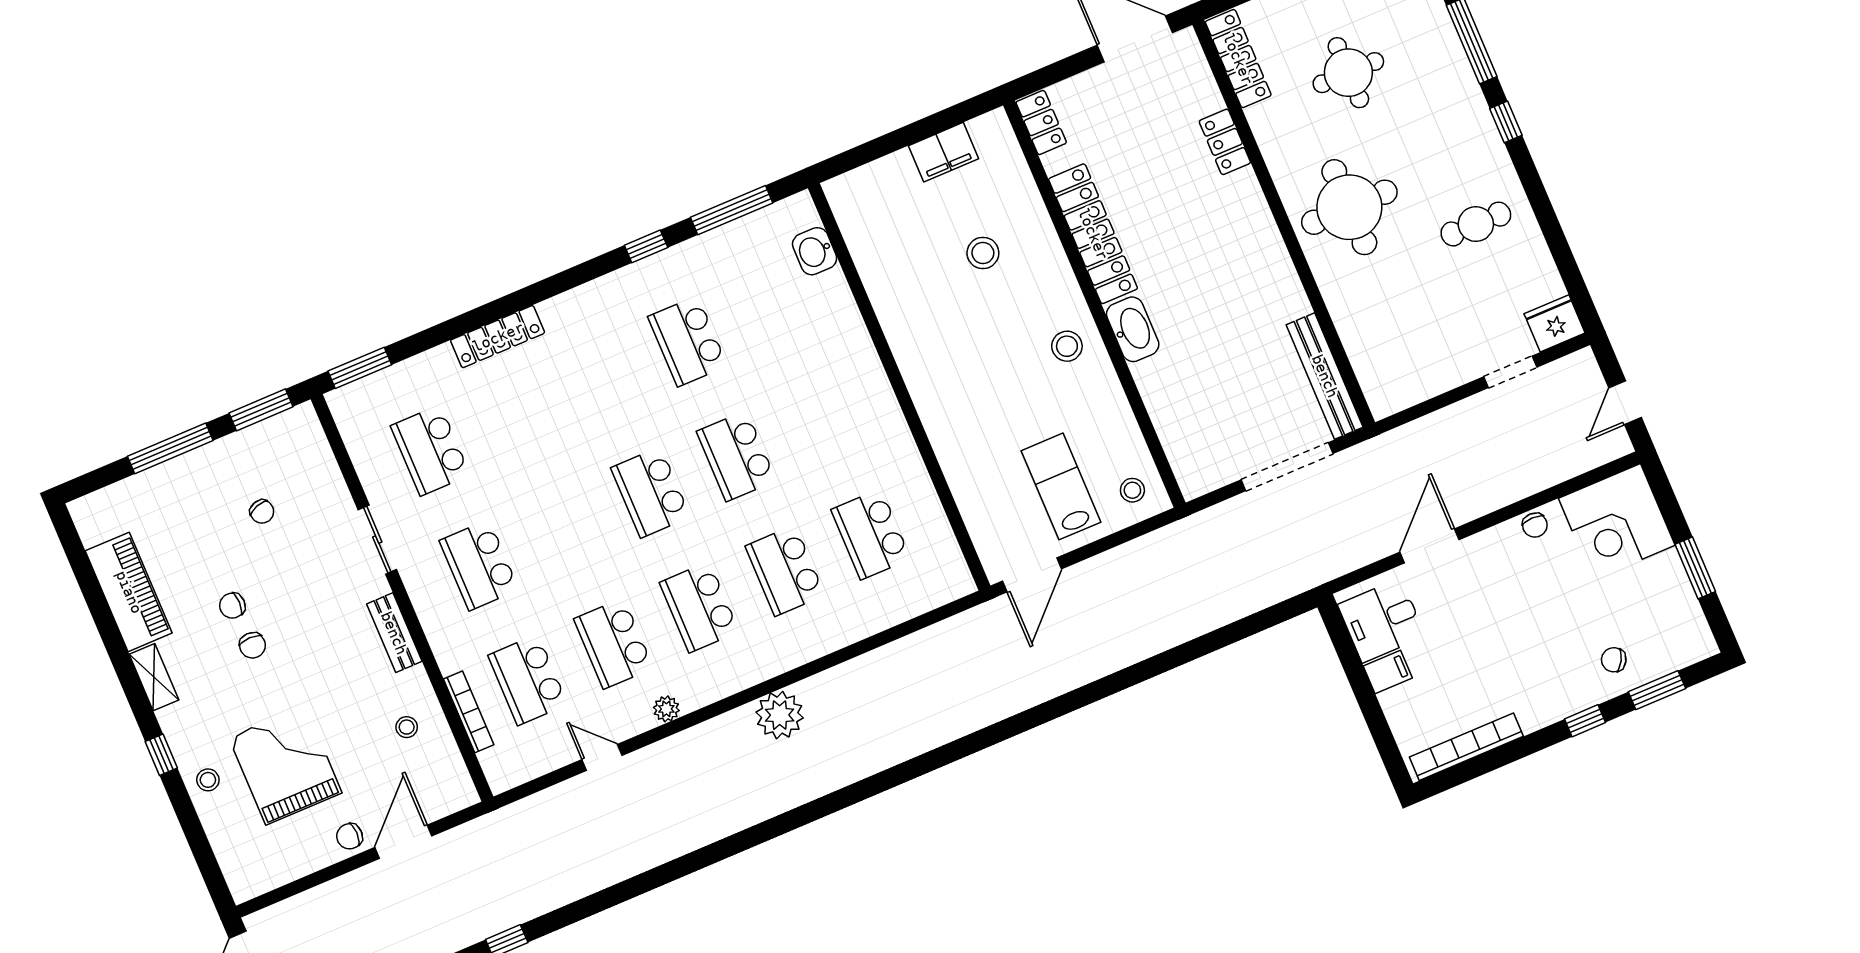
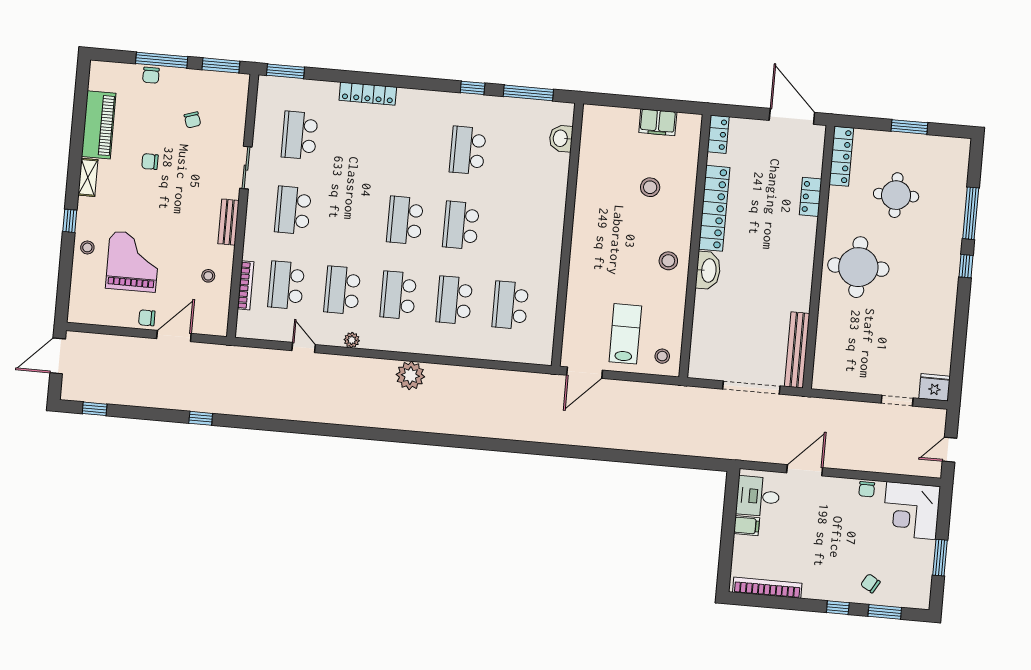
cafe table: (1476, 224) -> (921, 312), removed
chair: (252, 645) -> (151, 75), moved

